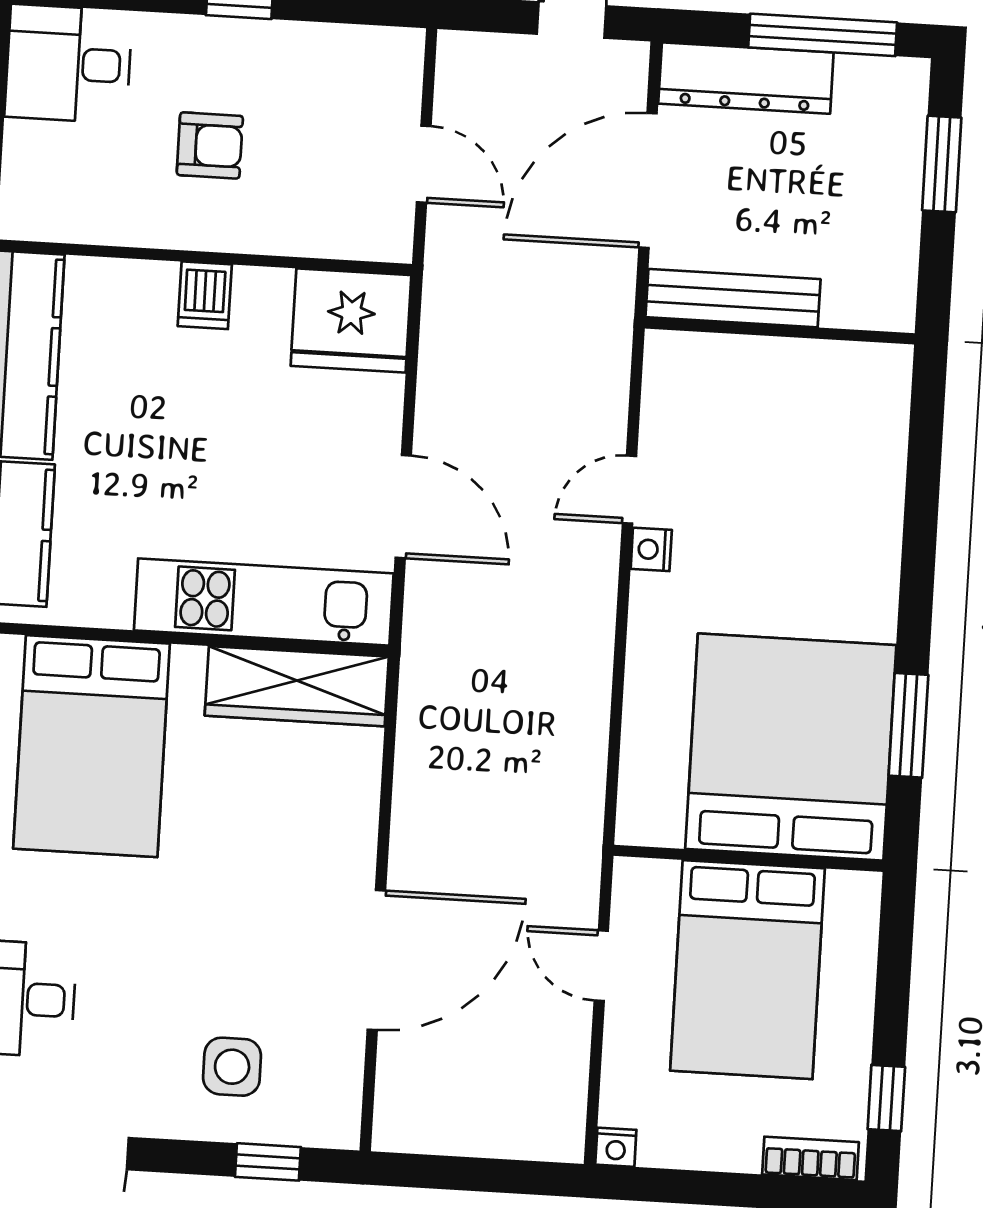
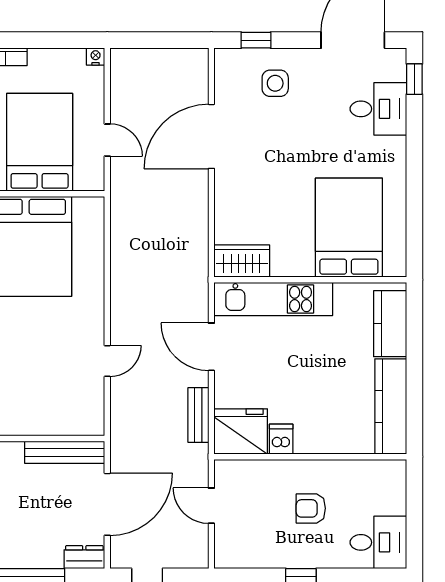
dresser: (746, 78) -> (84, 557), width x0.51, depth x0.80
dishwasher: (205, 295) -> (281, 439), moved
bench: (440, 361) -> (198, 415), added
nightstand: (651, 549) -> (96, 334), removed
wardrobe: (297, 686) -> (242, 261), width x0.67

